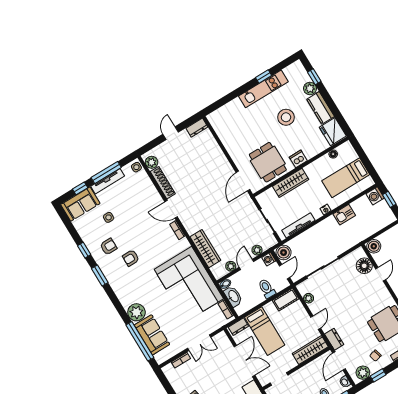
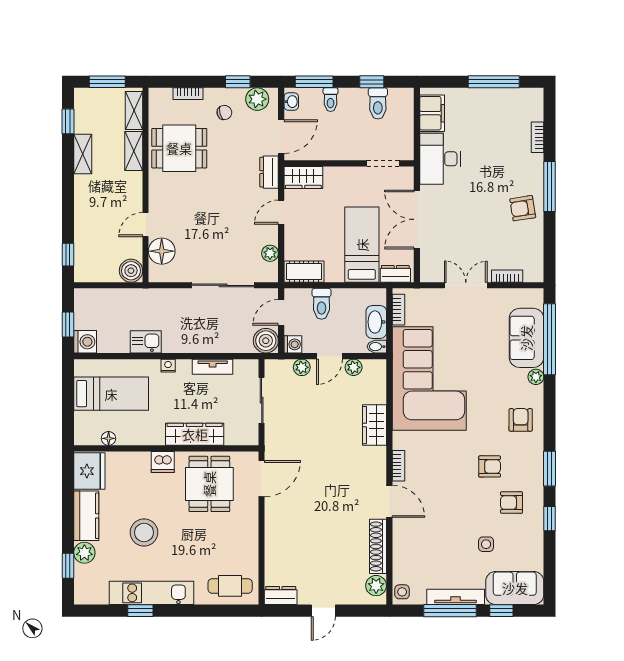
cafe table: (226, 117) -> (230, 586), added
tv unit: (298, 225) -> (213, 367), width x0.71
wardrobe: (205, 249) -> (375, 425), width x0.67
armchair: (130, 291) -> (521, 420), added
plant: (136, 312) -> (536, 377), width x0.53, depth x0.53
wardrobe: (310, 350) -> (303, 178), width x0.67

